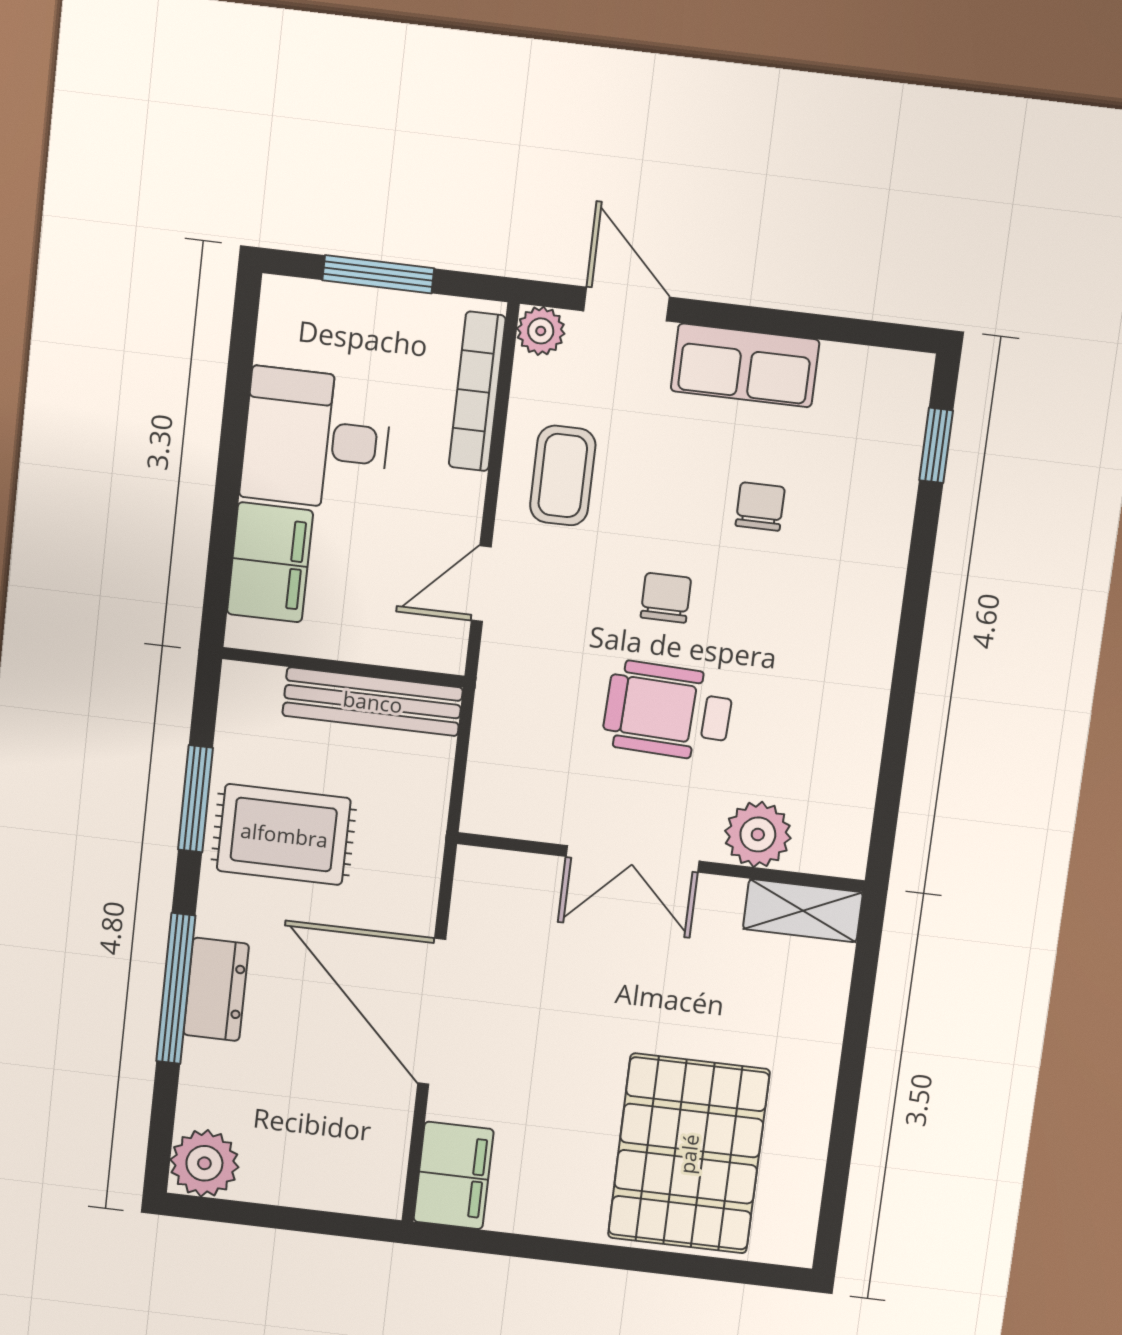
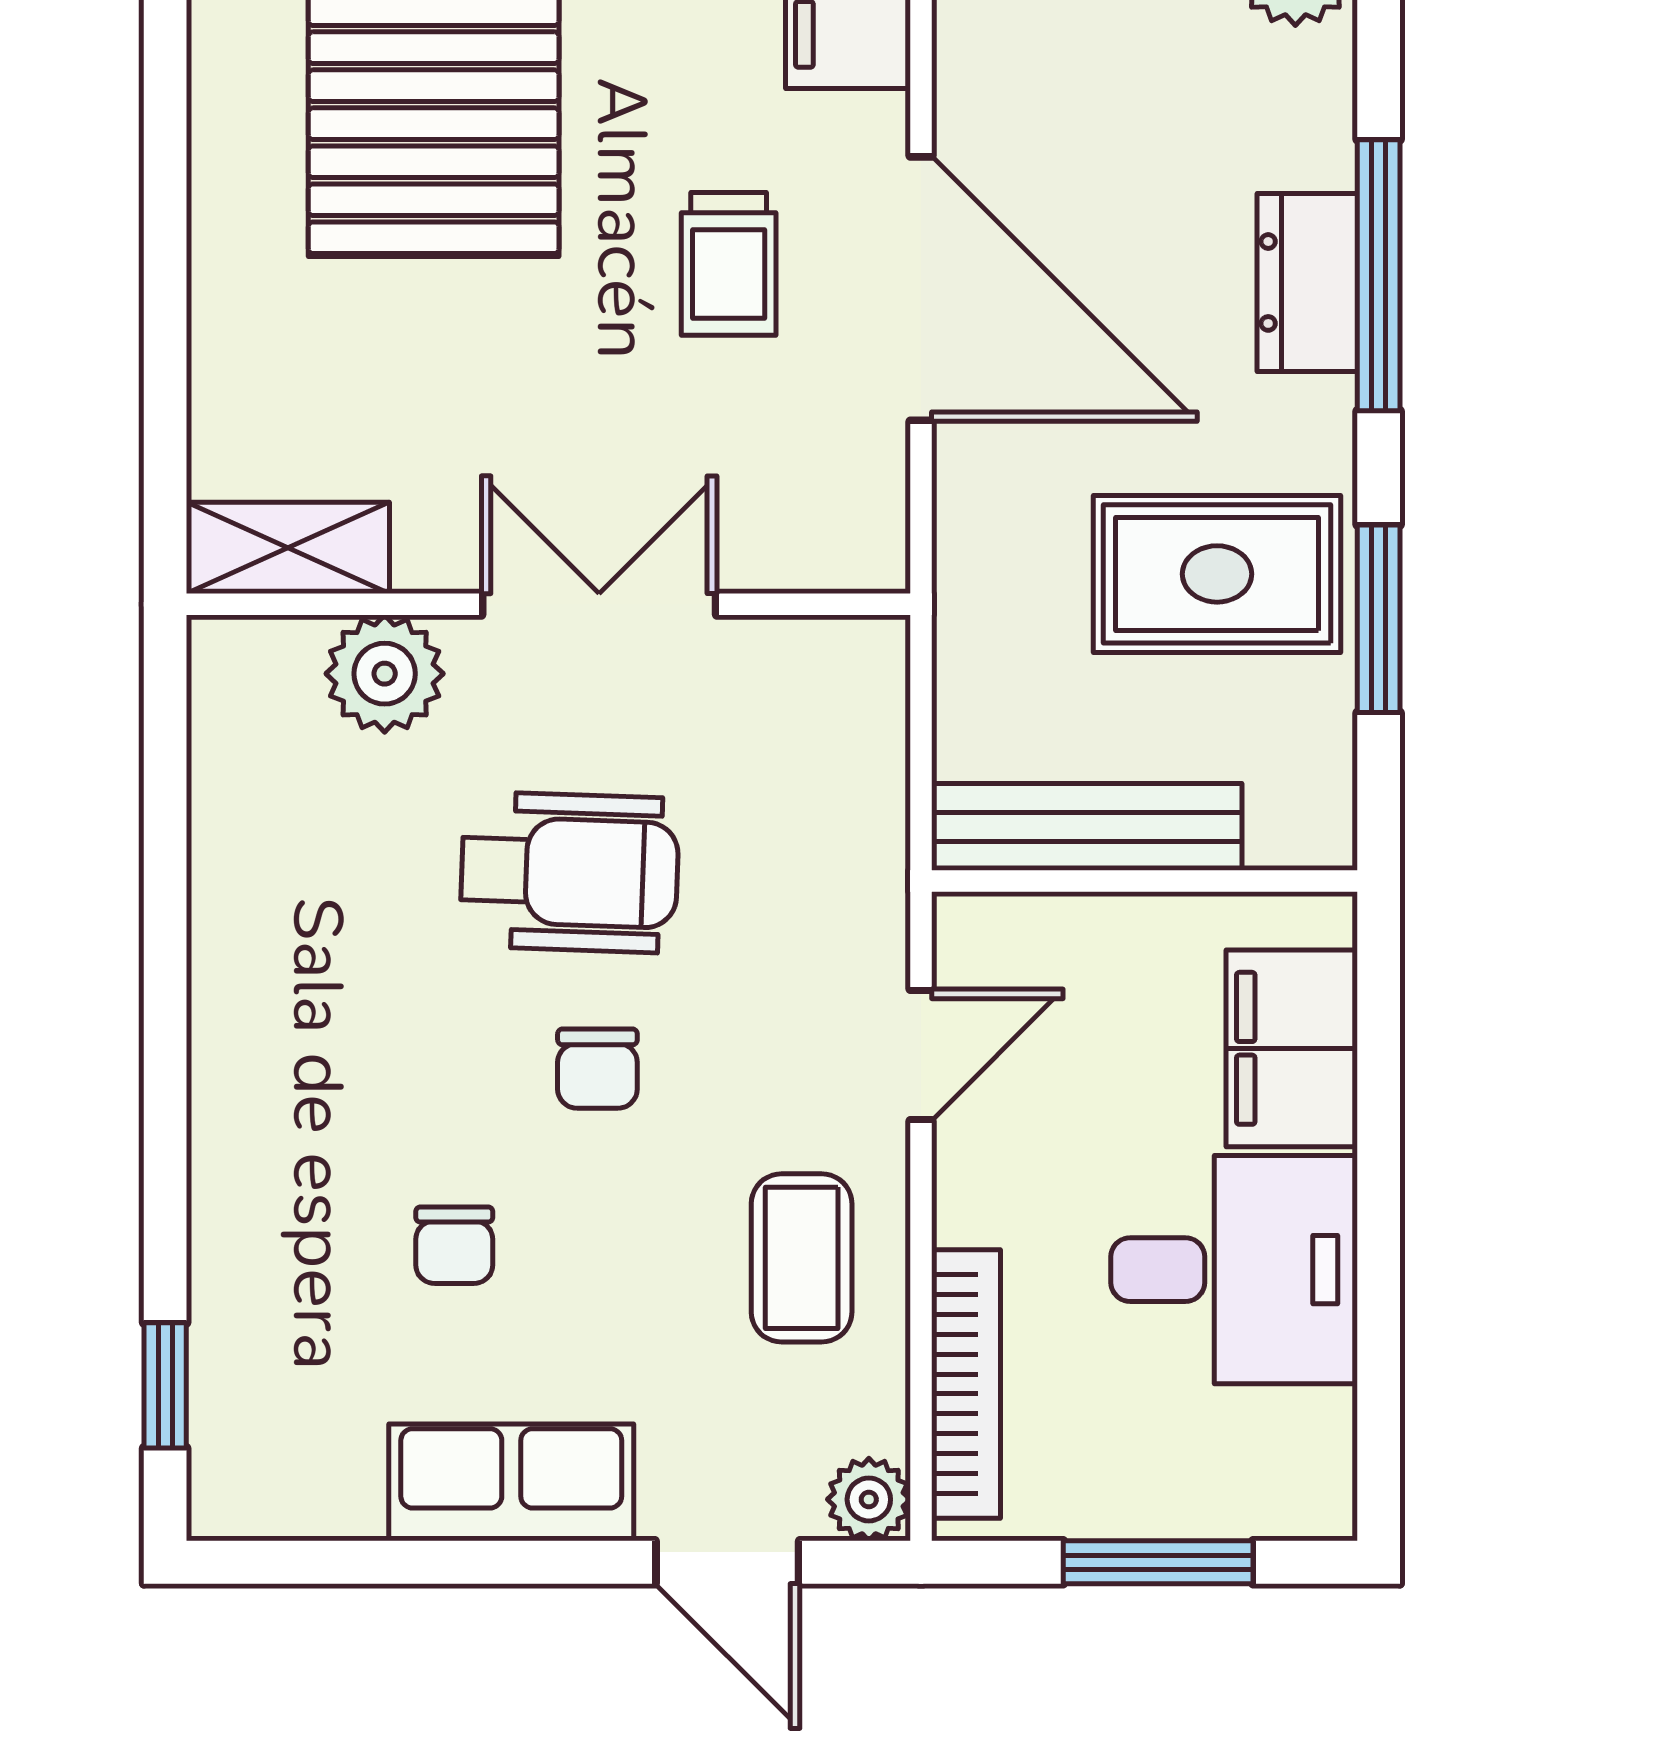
trolley: (537, 1038) -> (729, 264), added

